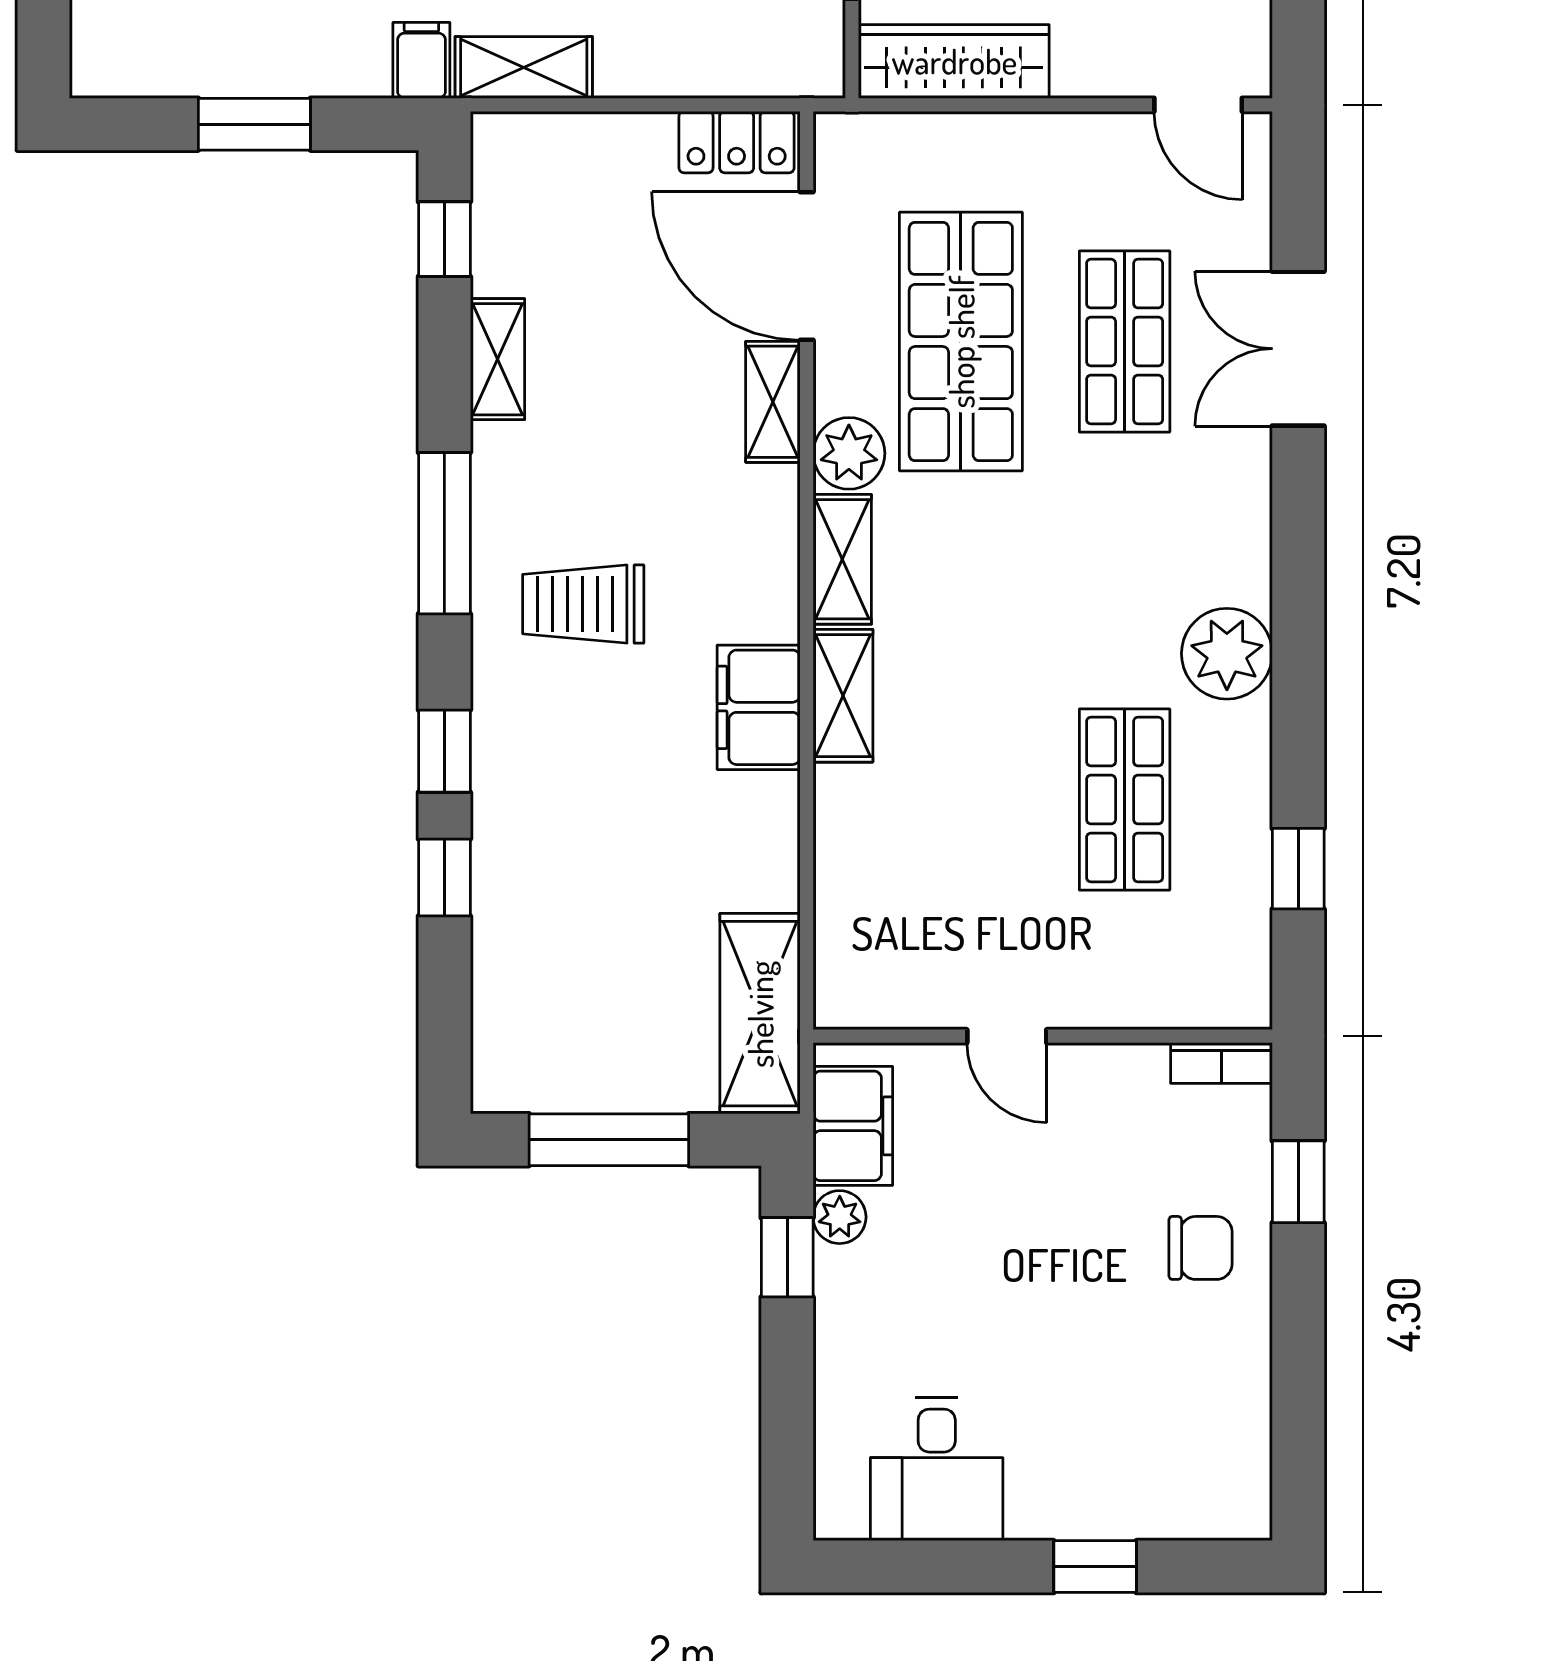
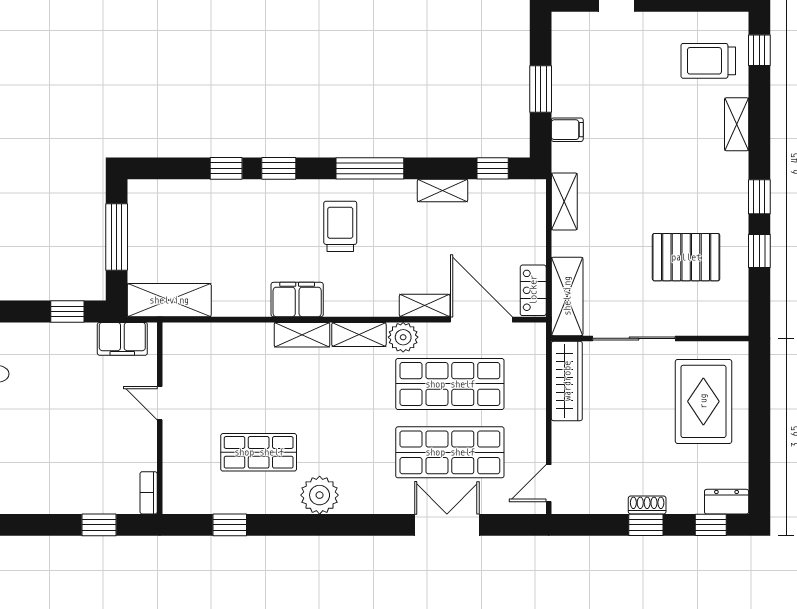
filing cabinet: (421, 60) -> (567, 130), moved
shelving: (751, 61) -> (567, 296), added
door: (807, 266) -> (481, 320), hinge flipped
shop shelf: (1125, 342) -> (450, 452), width x1.43, depth x1.36
door: (1007, 1036) -> (160, 403), hinge flipped
plant: (840, 1217) -> (84, 333), removed
chair: (1200, 1248) -> (71, 484), removed

